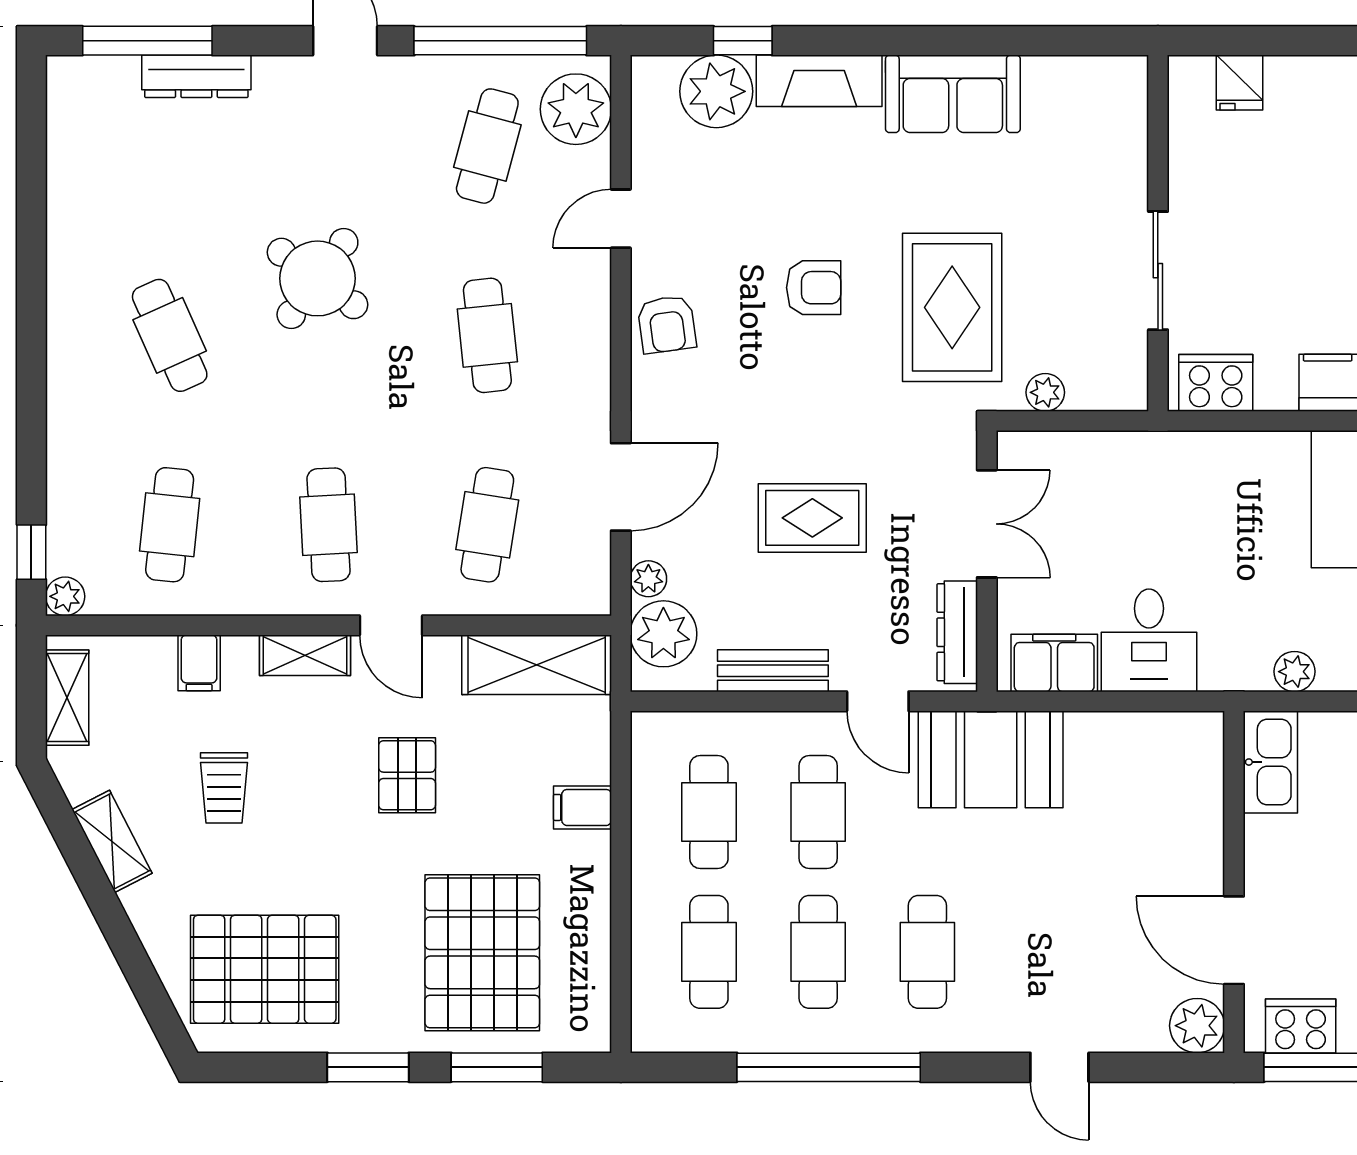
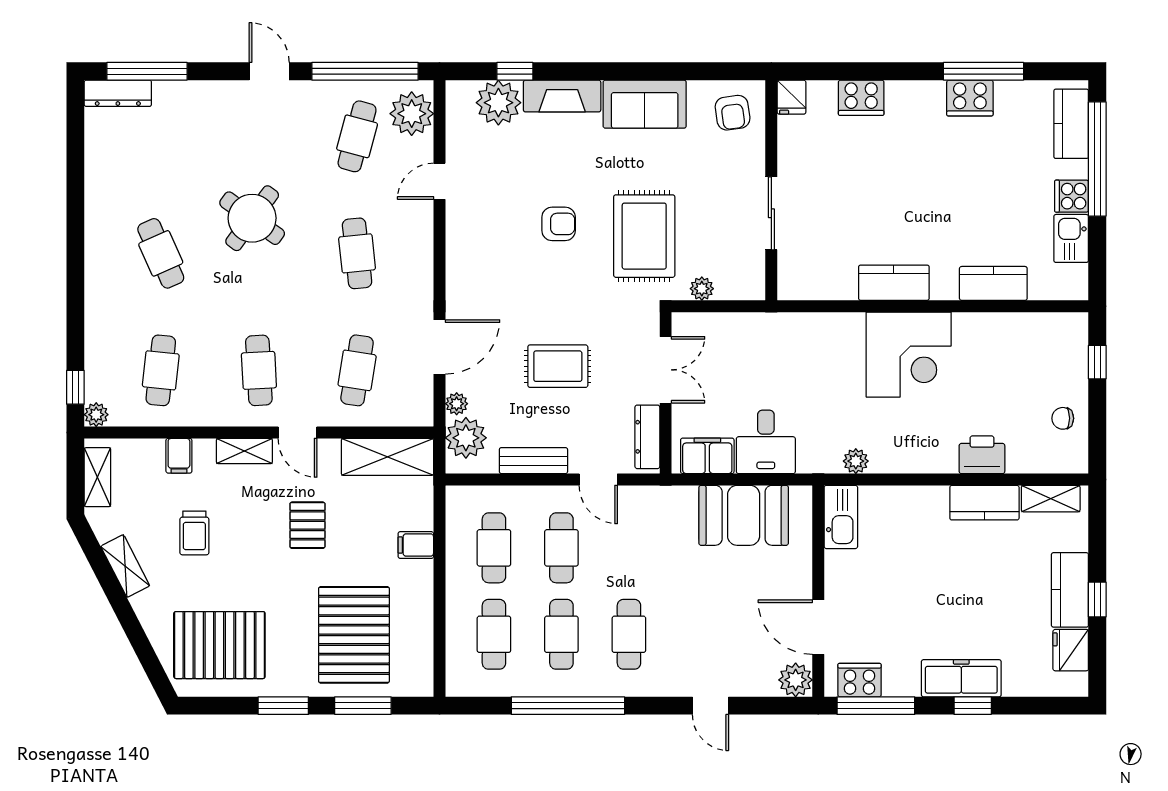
dresser: (196, 76) -> (118, 93), moved
fridge: (1239, 83) -> (792, 97), moved
armchair: (667, 324) -> (733, 113), moved
cooker: (1216, 383) -> (861, 98), moved, turned 180
booth: (991, 759) -> (744, 515), moved

